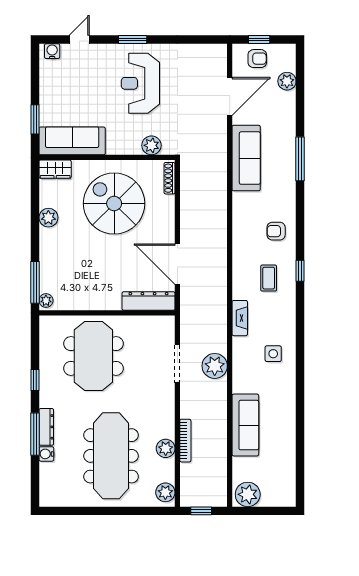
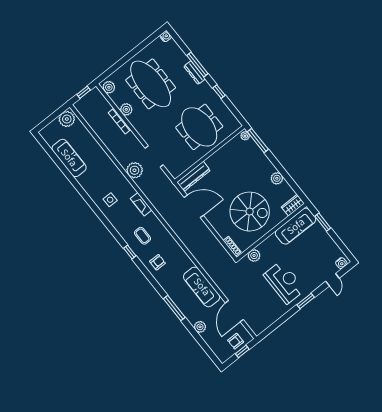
plant: (287, 81) -> (200, 327), moved
sofa: (245, 425) -> (69, 158), moved, turned 180
water cooler: (46, 454) -> (166, 36), moved

